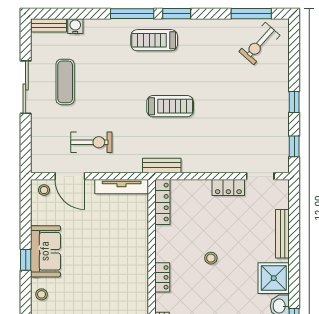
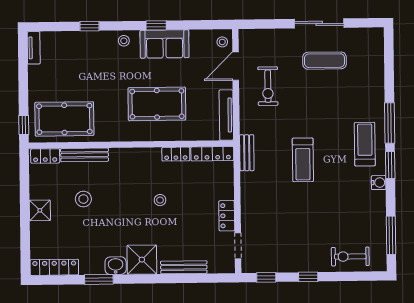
bench: (49, 25) -> (378, 45), removed
water cooler: (75, 26) -> (379, 183), moved
exercise bike: (259, 43) -> (350, 256), moved, turned -42
pool table: (109, 260) -> (157, 104), added
locker: (162, 277) -> (176, 154), moved

